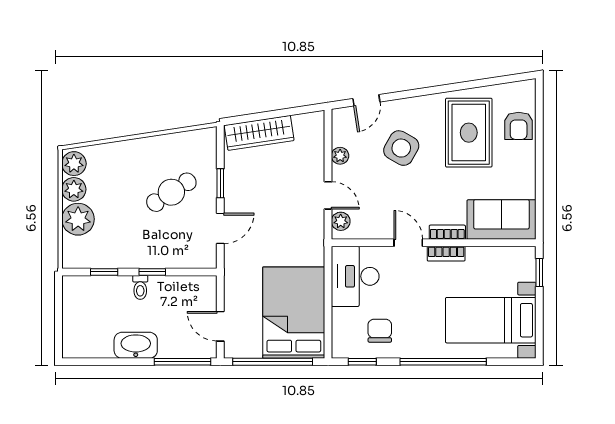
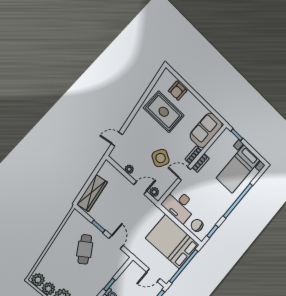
door: (366, 100) -> (117, 139), swing flipped
armchair: (519, 126) -> (178, 91), turned 90
side table: (401, 148) -> (161, 158), moved
chair: (380, 331) -> (197, 225), moved

